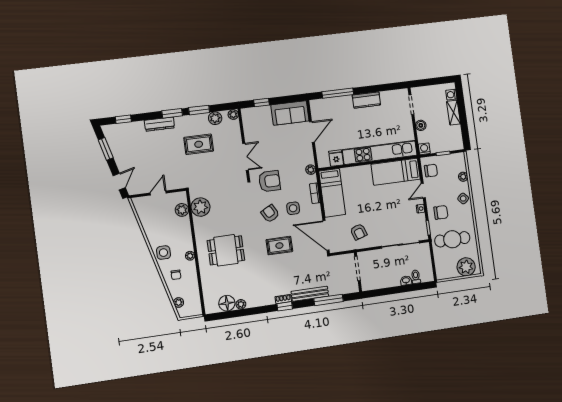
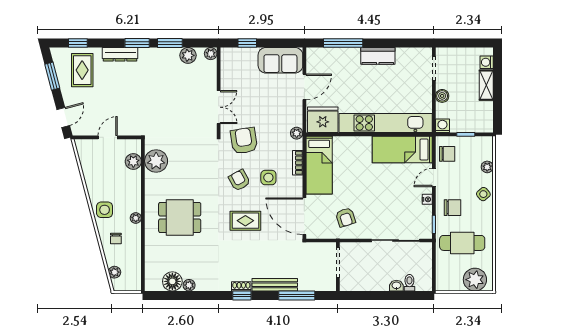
rug: (199, 144) -> (82, 70), moved, turned 90
fridge: (336, 158) -> (323, 120), width x1.88, depth x1.34
armchair: (270, 181) -> (244, 141), turned -99

